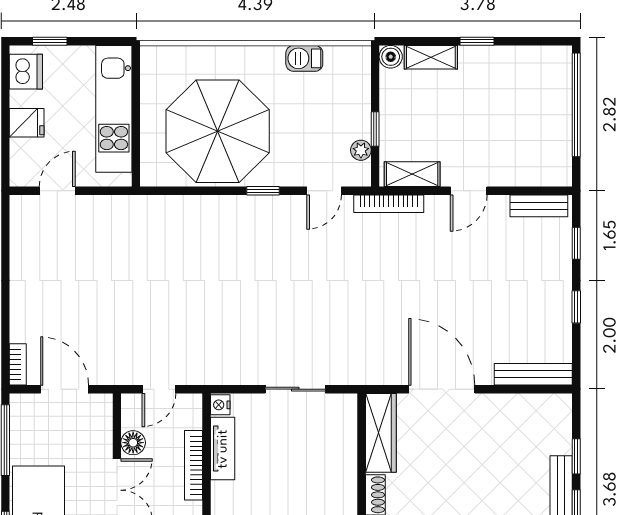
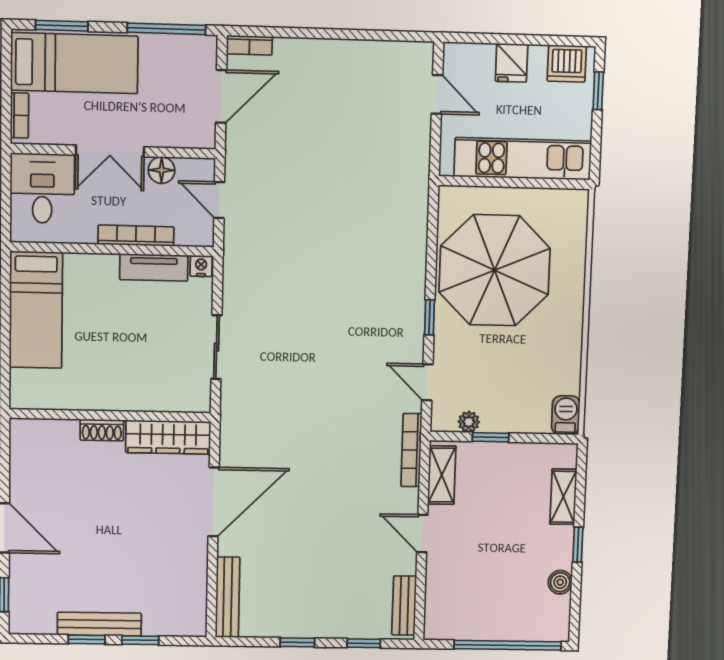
boiler: (391, 57) -> (560, 582), moved
barbecue: (304, 58) -> (566, 415), moved

